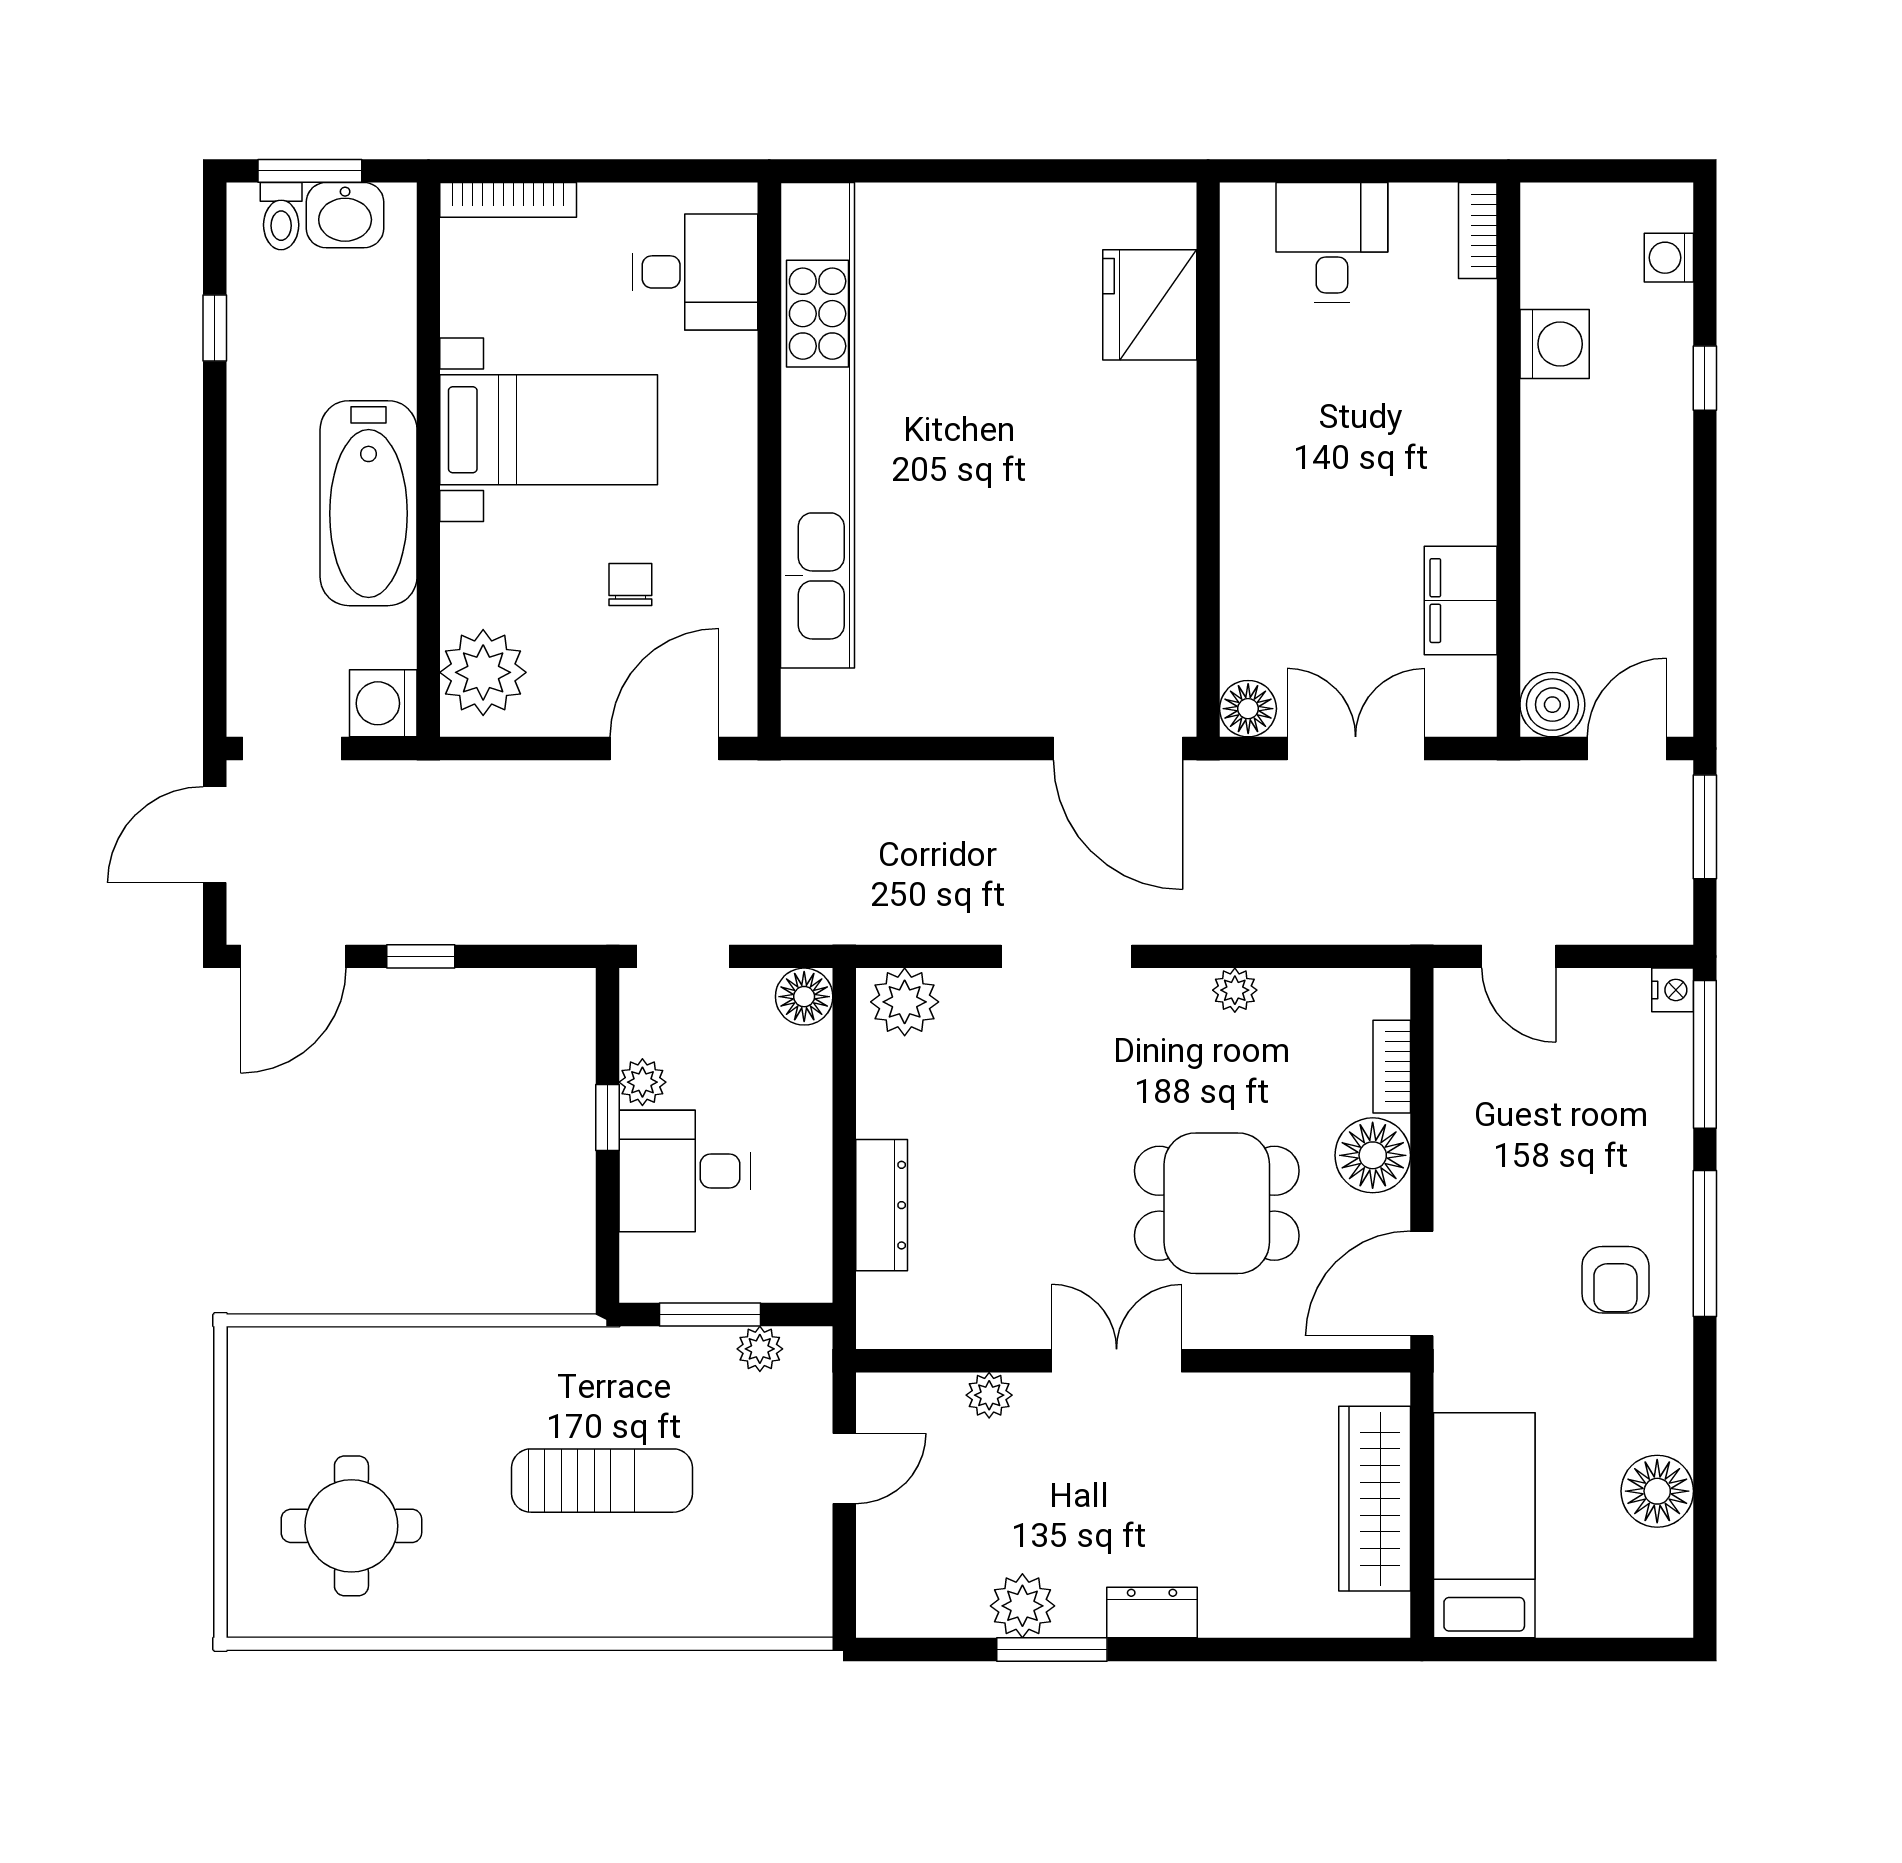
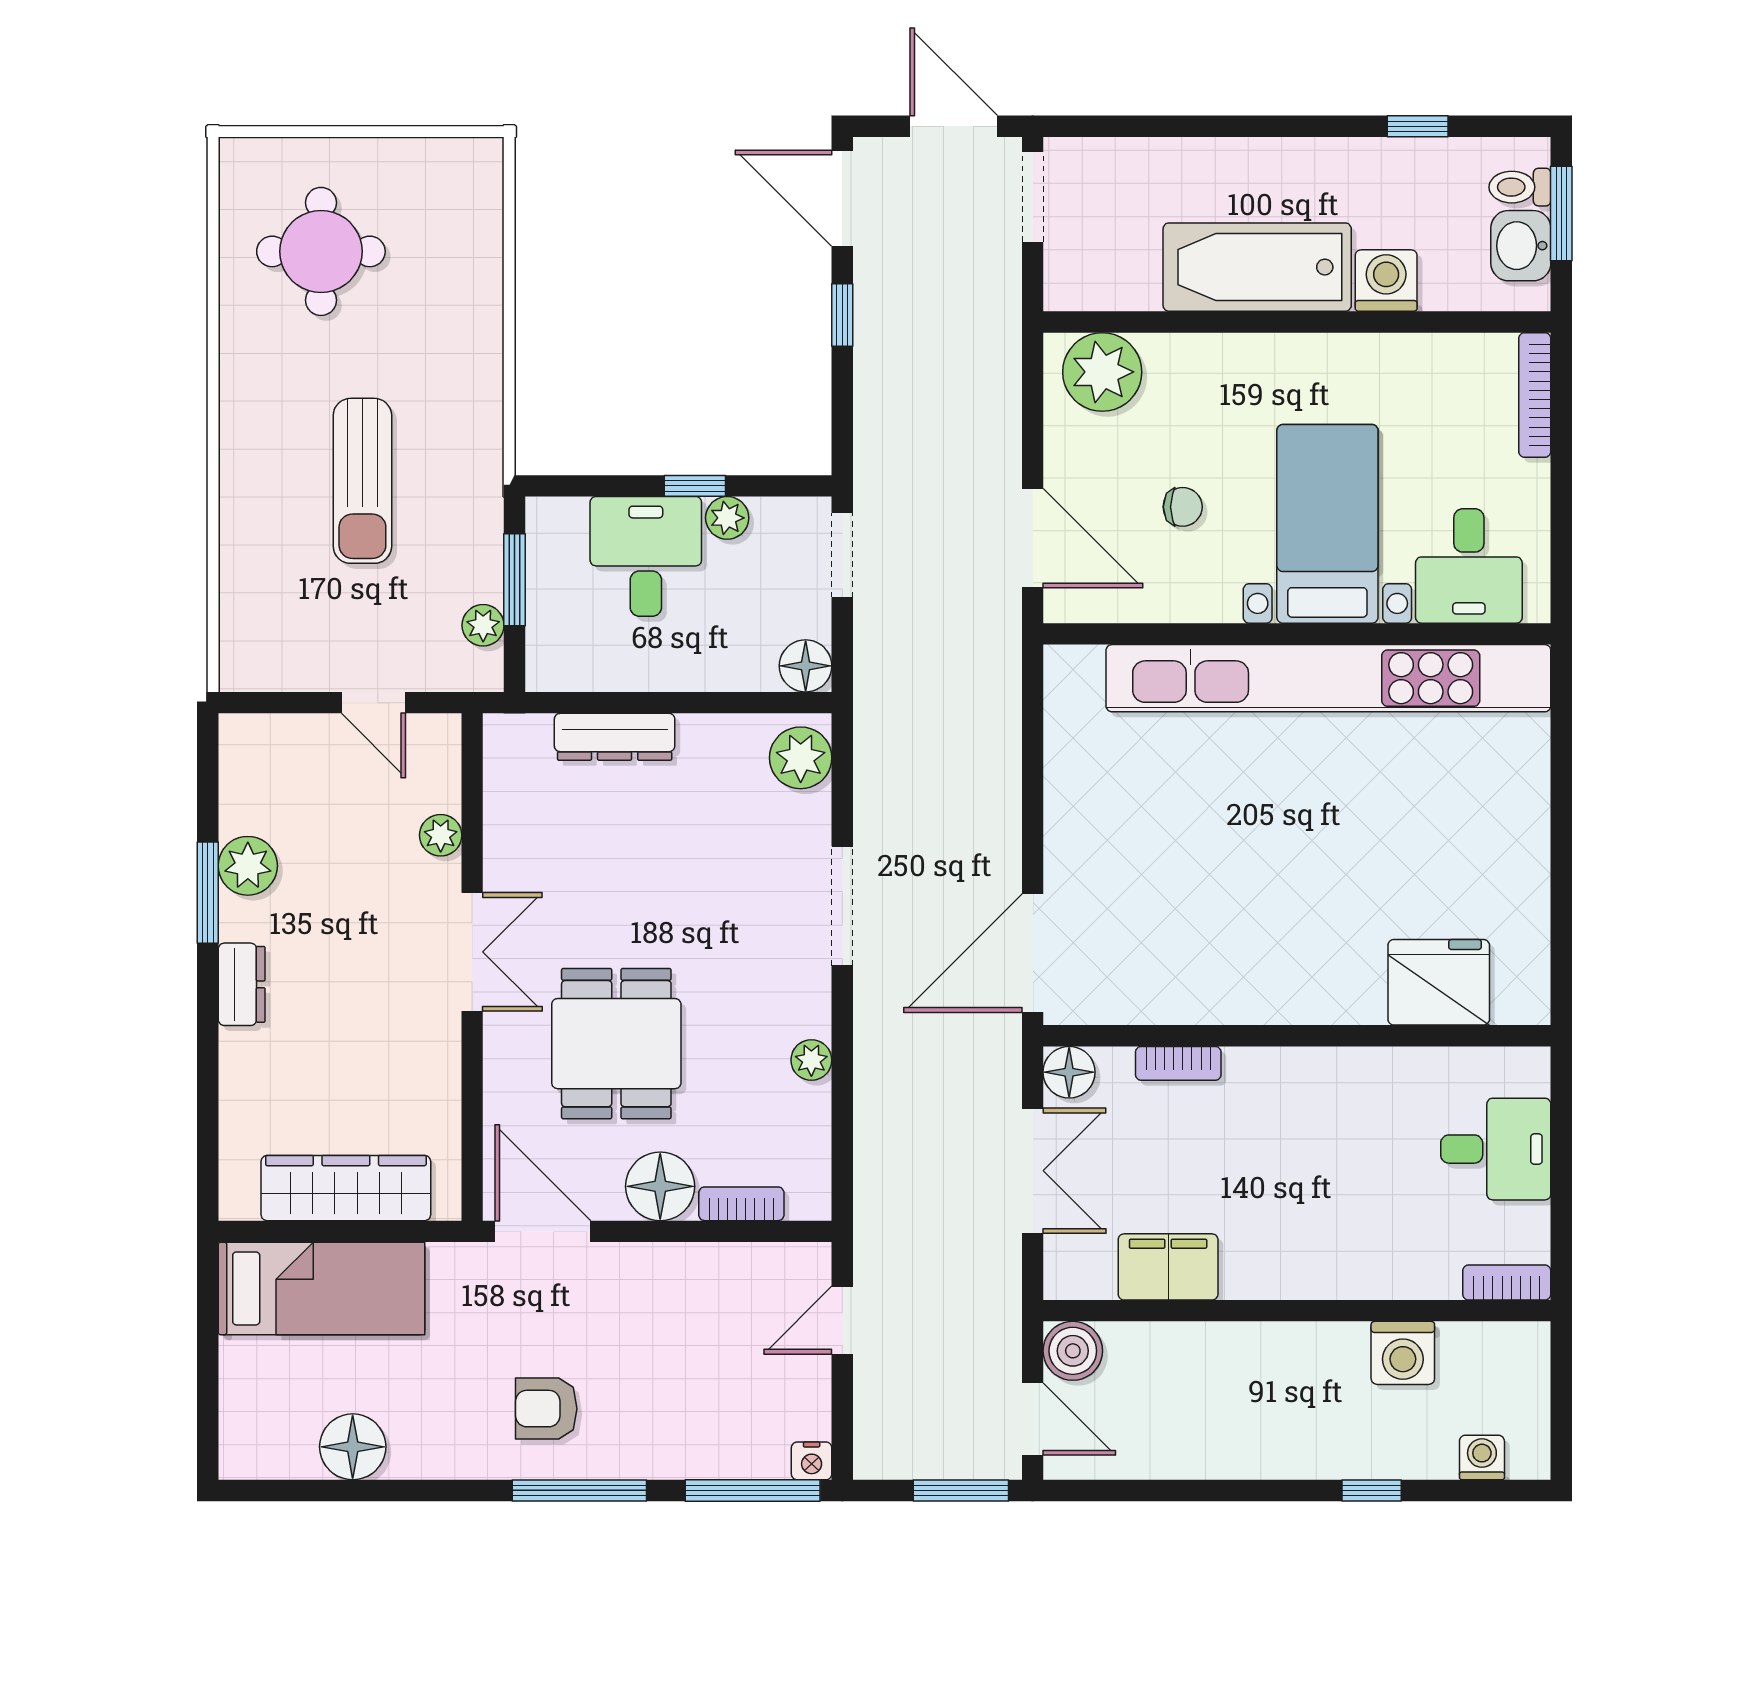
bed with nightstands: (549, 430) -> (1327, 524), moved, turned 180
bookcase: (1238, 589) -> (1178, 1063), added
washing machine: (383, 703) -> (1386, 281), moved

